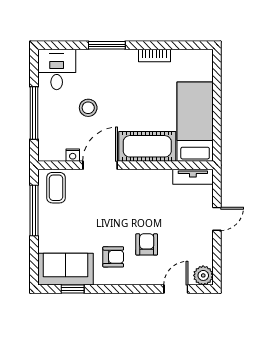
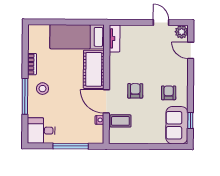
window: (107, 45) -> (25, 96), width x1.44
stool: (88, 108) -> (43, 89), moved
coffee table: (56, 188) -> (120, 121), moved
window: (34, 211) -> (137, 146), removed
door: (217, 219) -> (161, 22), moved
armchair: (147, 244) -> (135, 91), moved, turned 90

